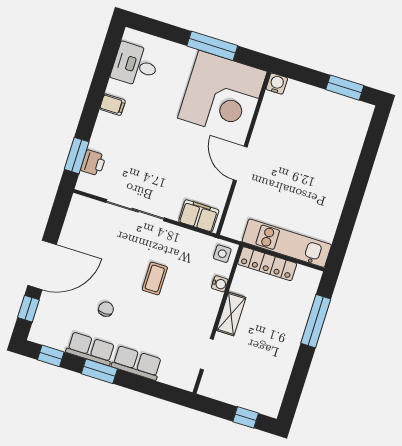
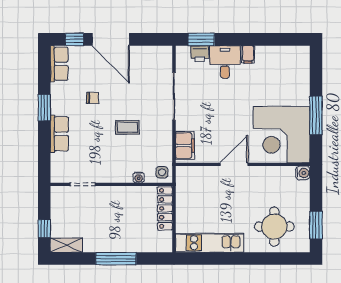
desk: (135, 65) -> (225, 62), moved
round table: (331, 138) -> (274, 227), added
kitchen unit: (287, 243) -> (210, 243), moved, turned -90
shelving: (231, 314) -> (66, 245), moved
window: (316, 321) -> (116, 259), moved
row of seats: (91, 349) -> (59, 64), moved
window: (51, 356) -> (44, 67), removed

